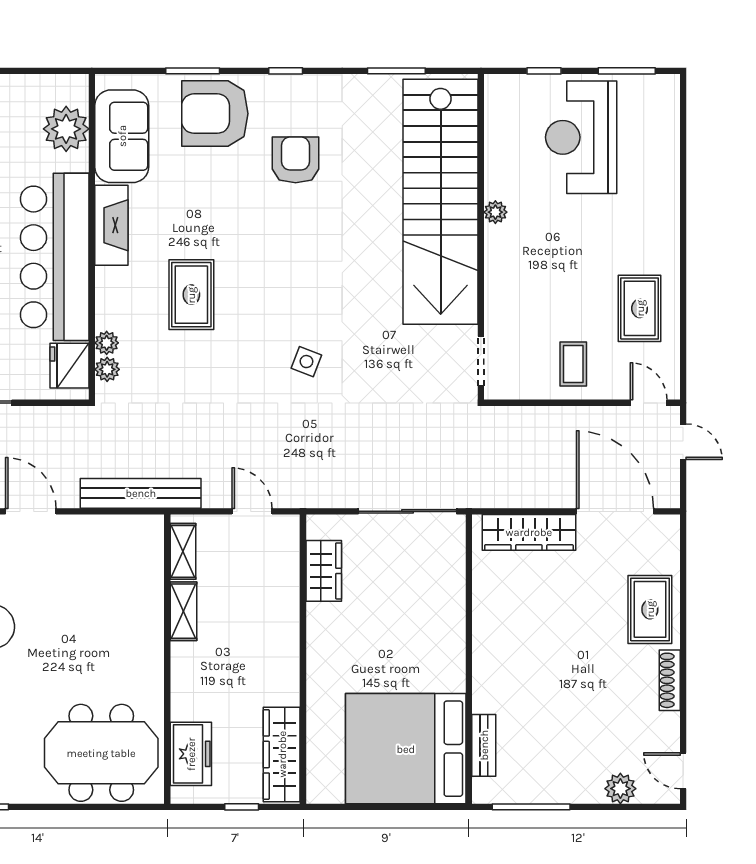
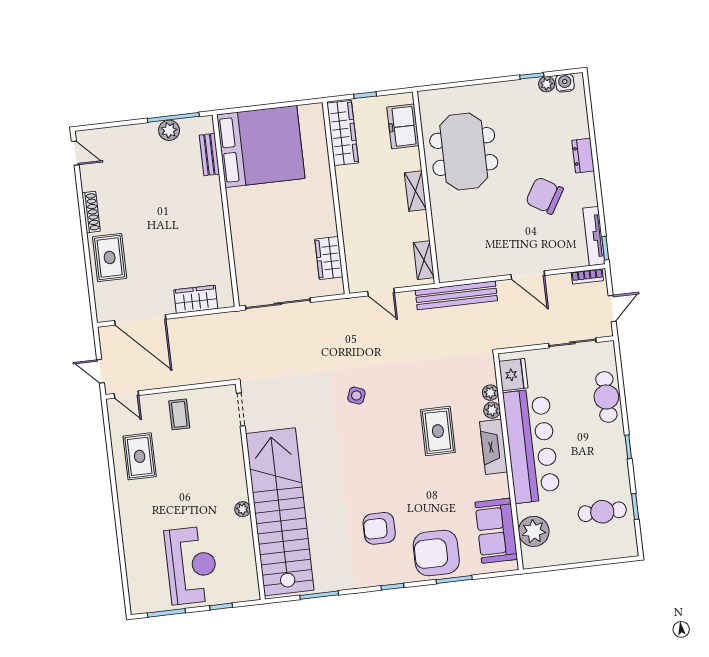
armchair: (215, 114) -> (436, 553), turned 180
armchair: (296, 160) -> (379, 528), turned 90
fireplace: (111, 225) -> (493, 447), moved
plant: (107, 369) -> (492, 410), moved
wardrobe: (529, 532) -> (196, 299), width x0.67
shelving: (183, 611) -> (415, 191), moved
meeting table: (101, 753) -> (464, 152), moved, turned 90
plant: (620, 789) -> (169, 130), moved

